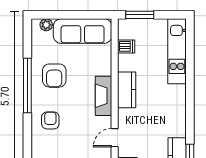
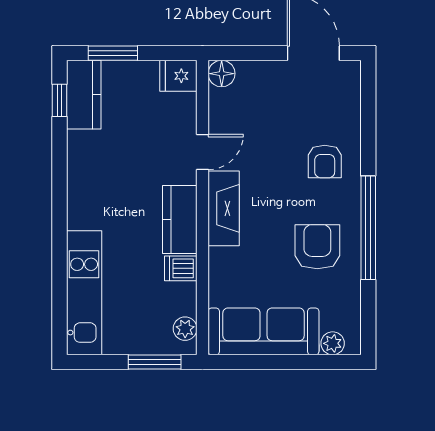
plant: (124, 33) -> (185, 329), added
dishwasher: (126, 46) -> (181, 268), moved
door: (115, 138) -> (203, 152), moved

